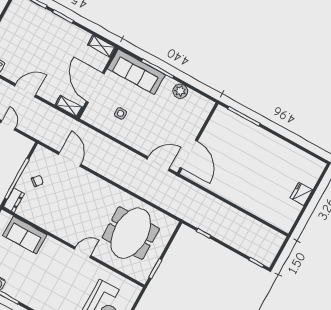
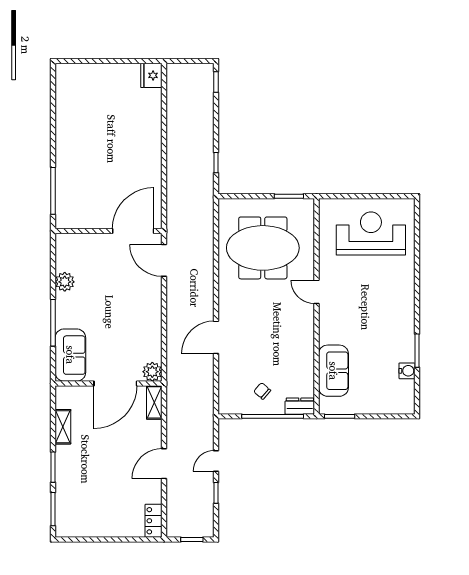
shelving: (102, 46) -> (63, 427), moved
sofa: (136, 72) -> (70, 355), width x0.73
door: (25, 90) -> (164, 464), hinge flipped
side table: (121, 113) -> (130, 337), removed
plant: (90, 116) -> (152, 372), added
door: (70, 159) -> (216, 337), moved
fridge: (301, 194) -> (151, 75), moved, turned 90

